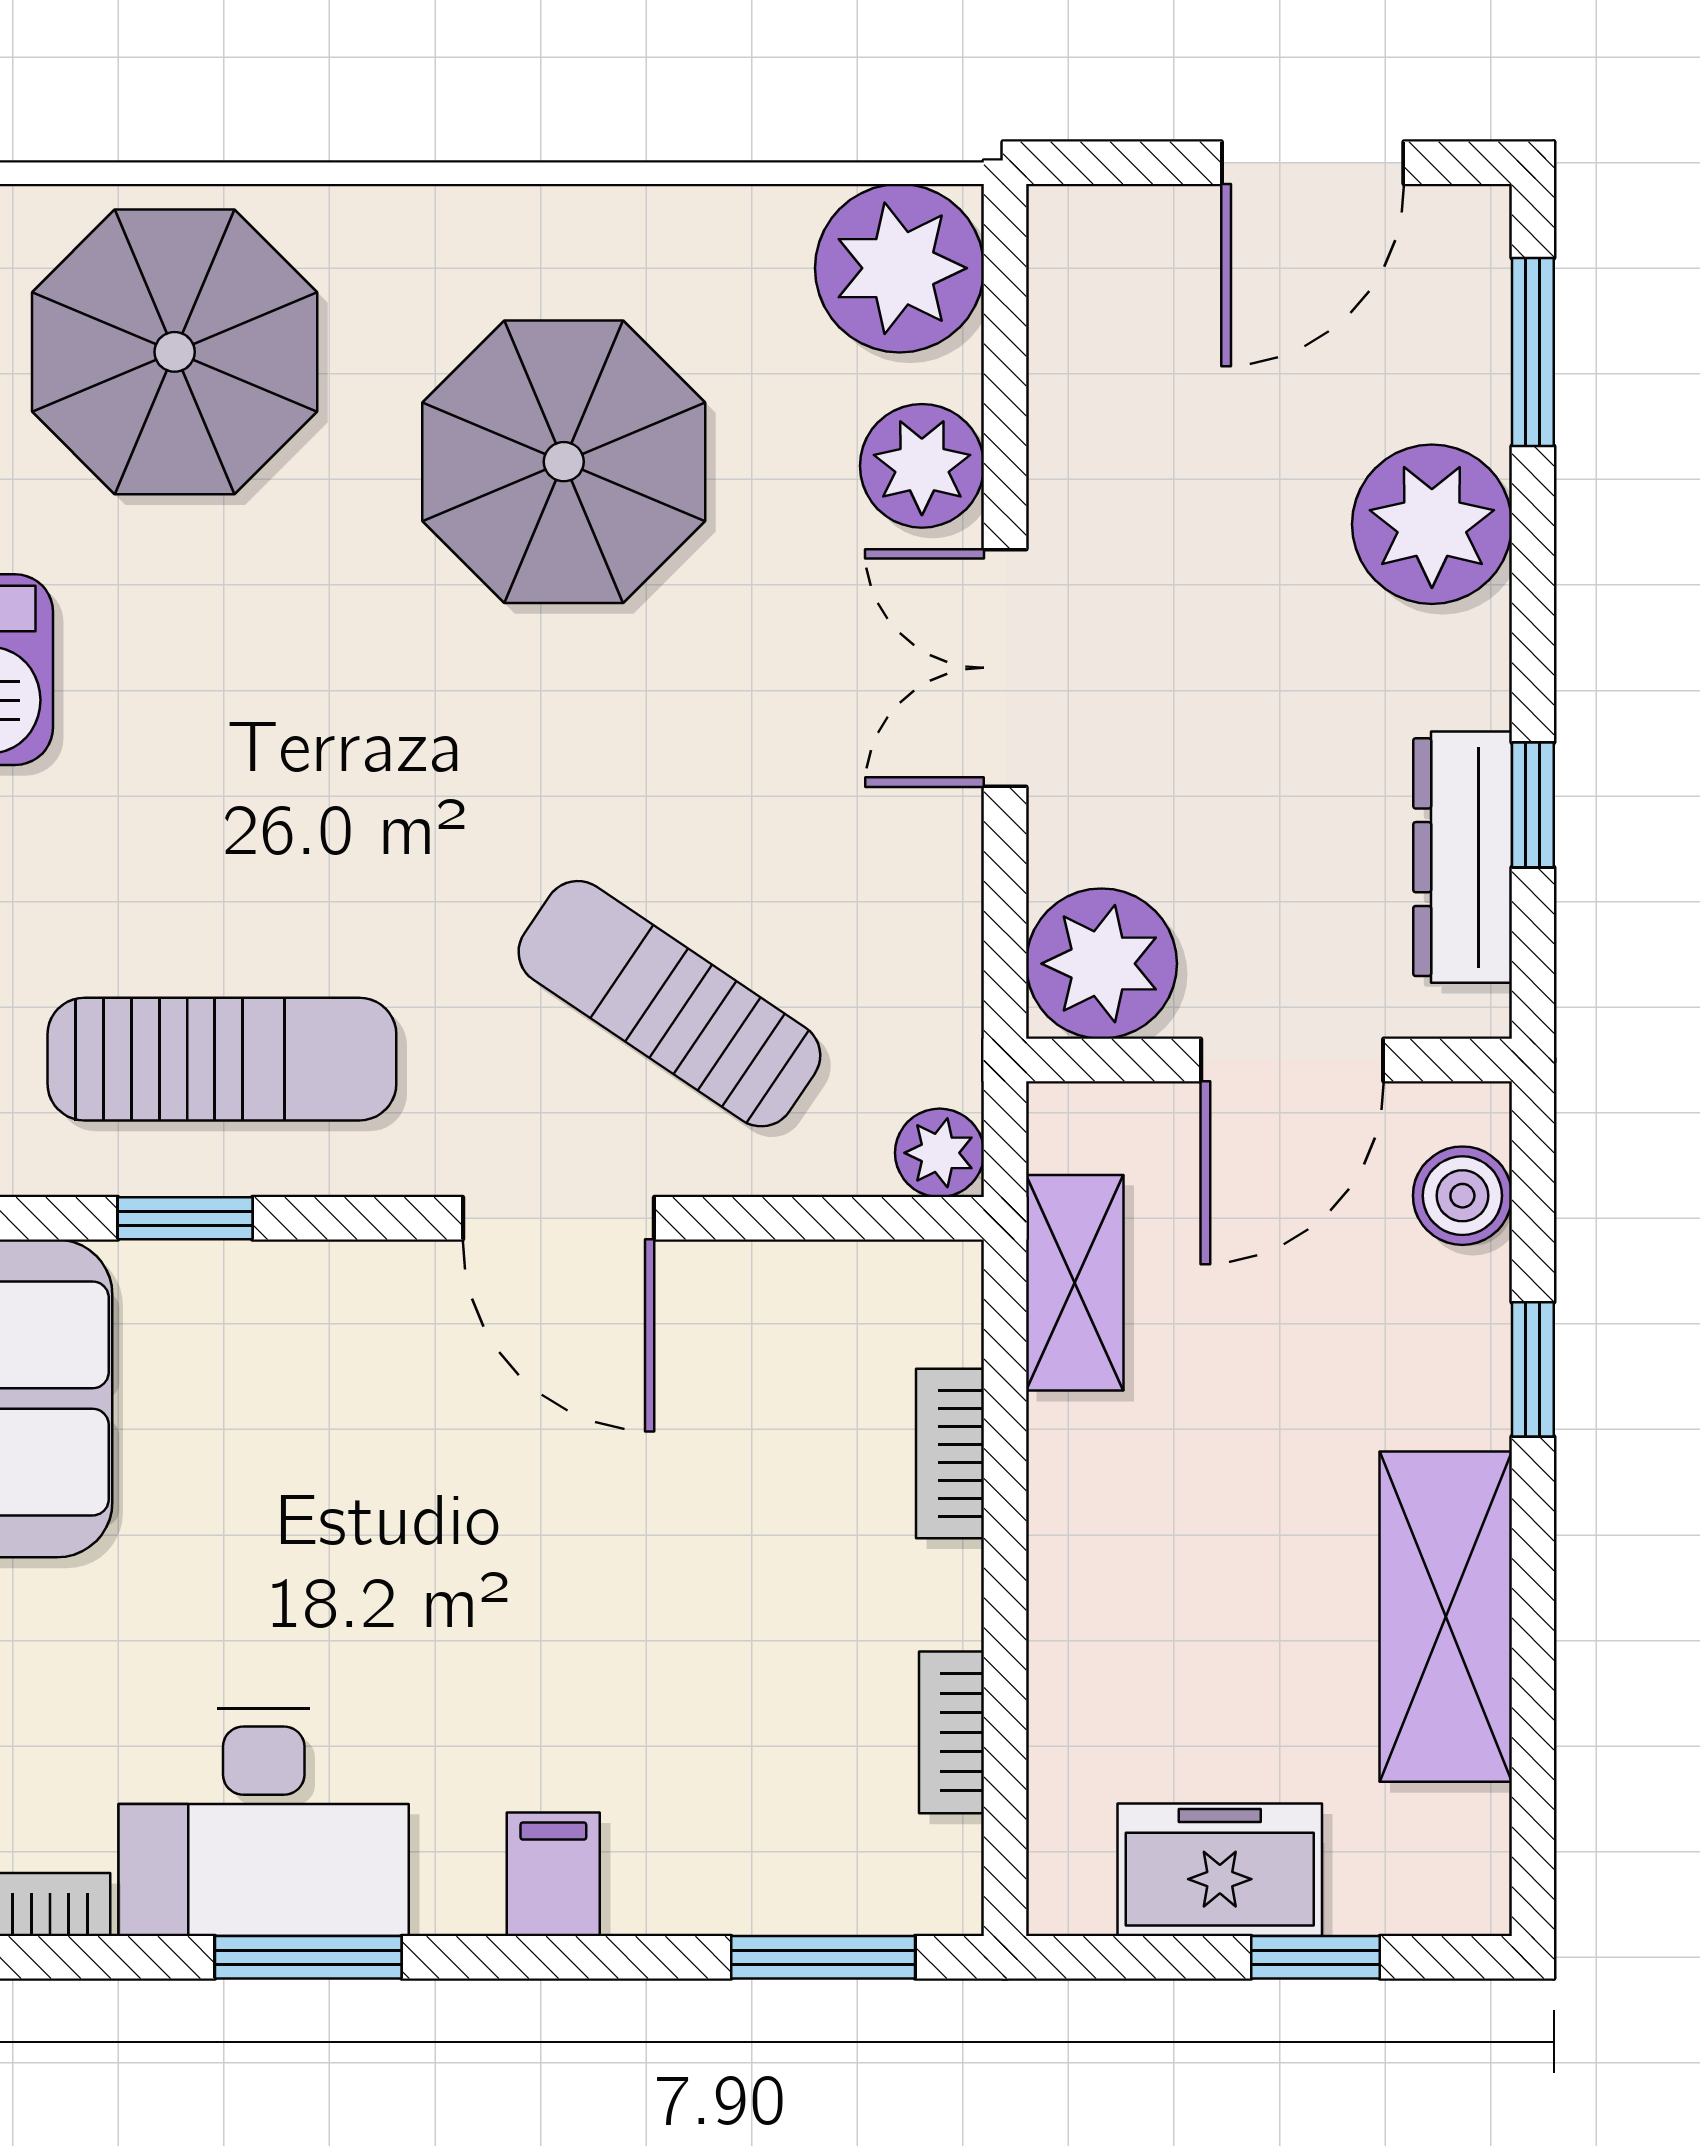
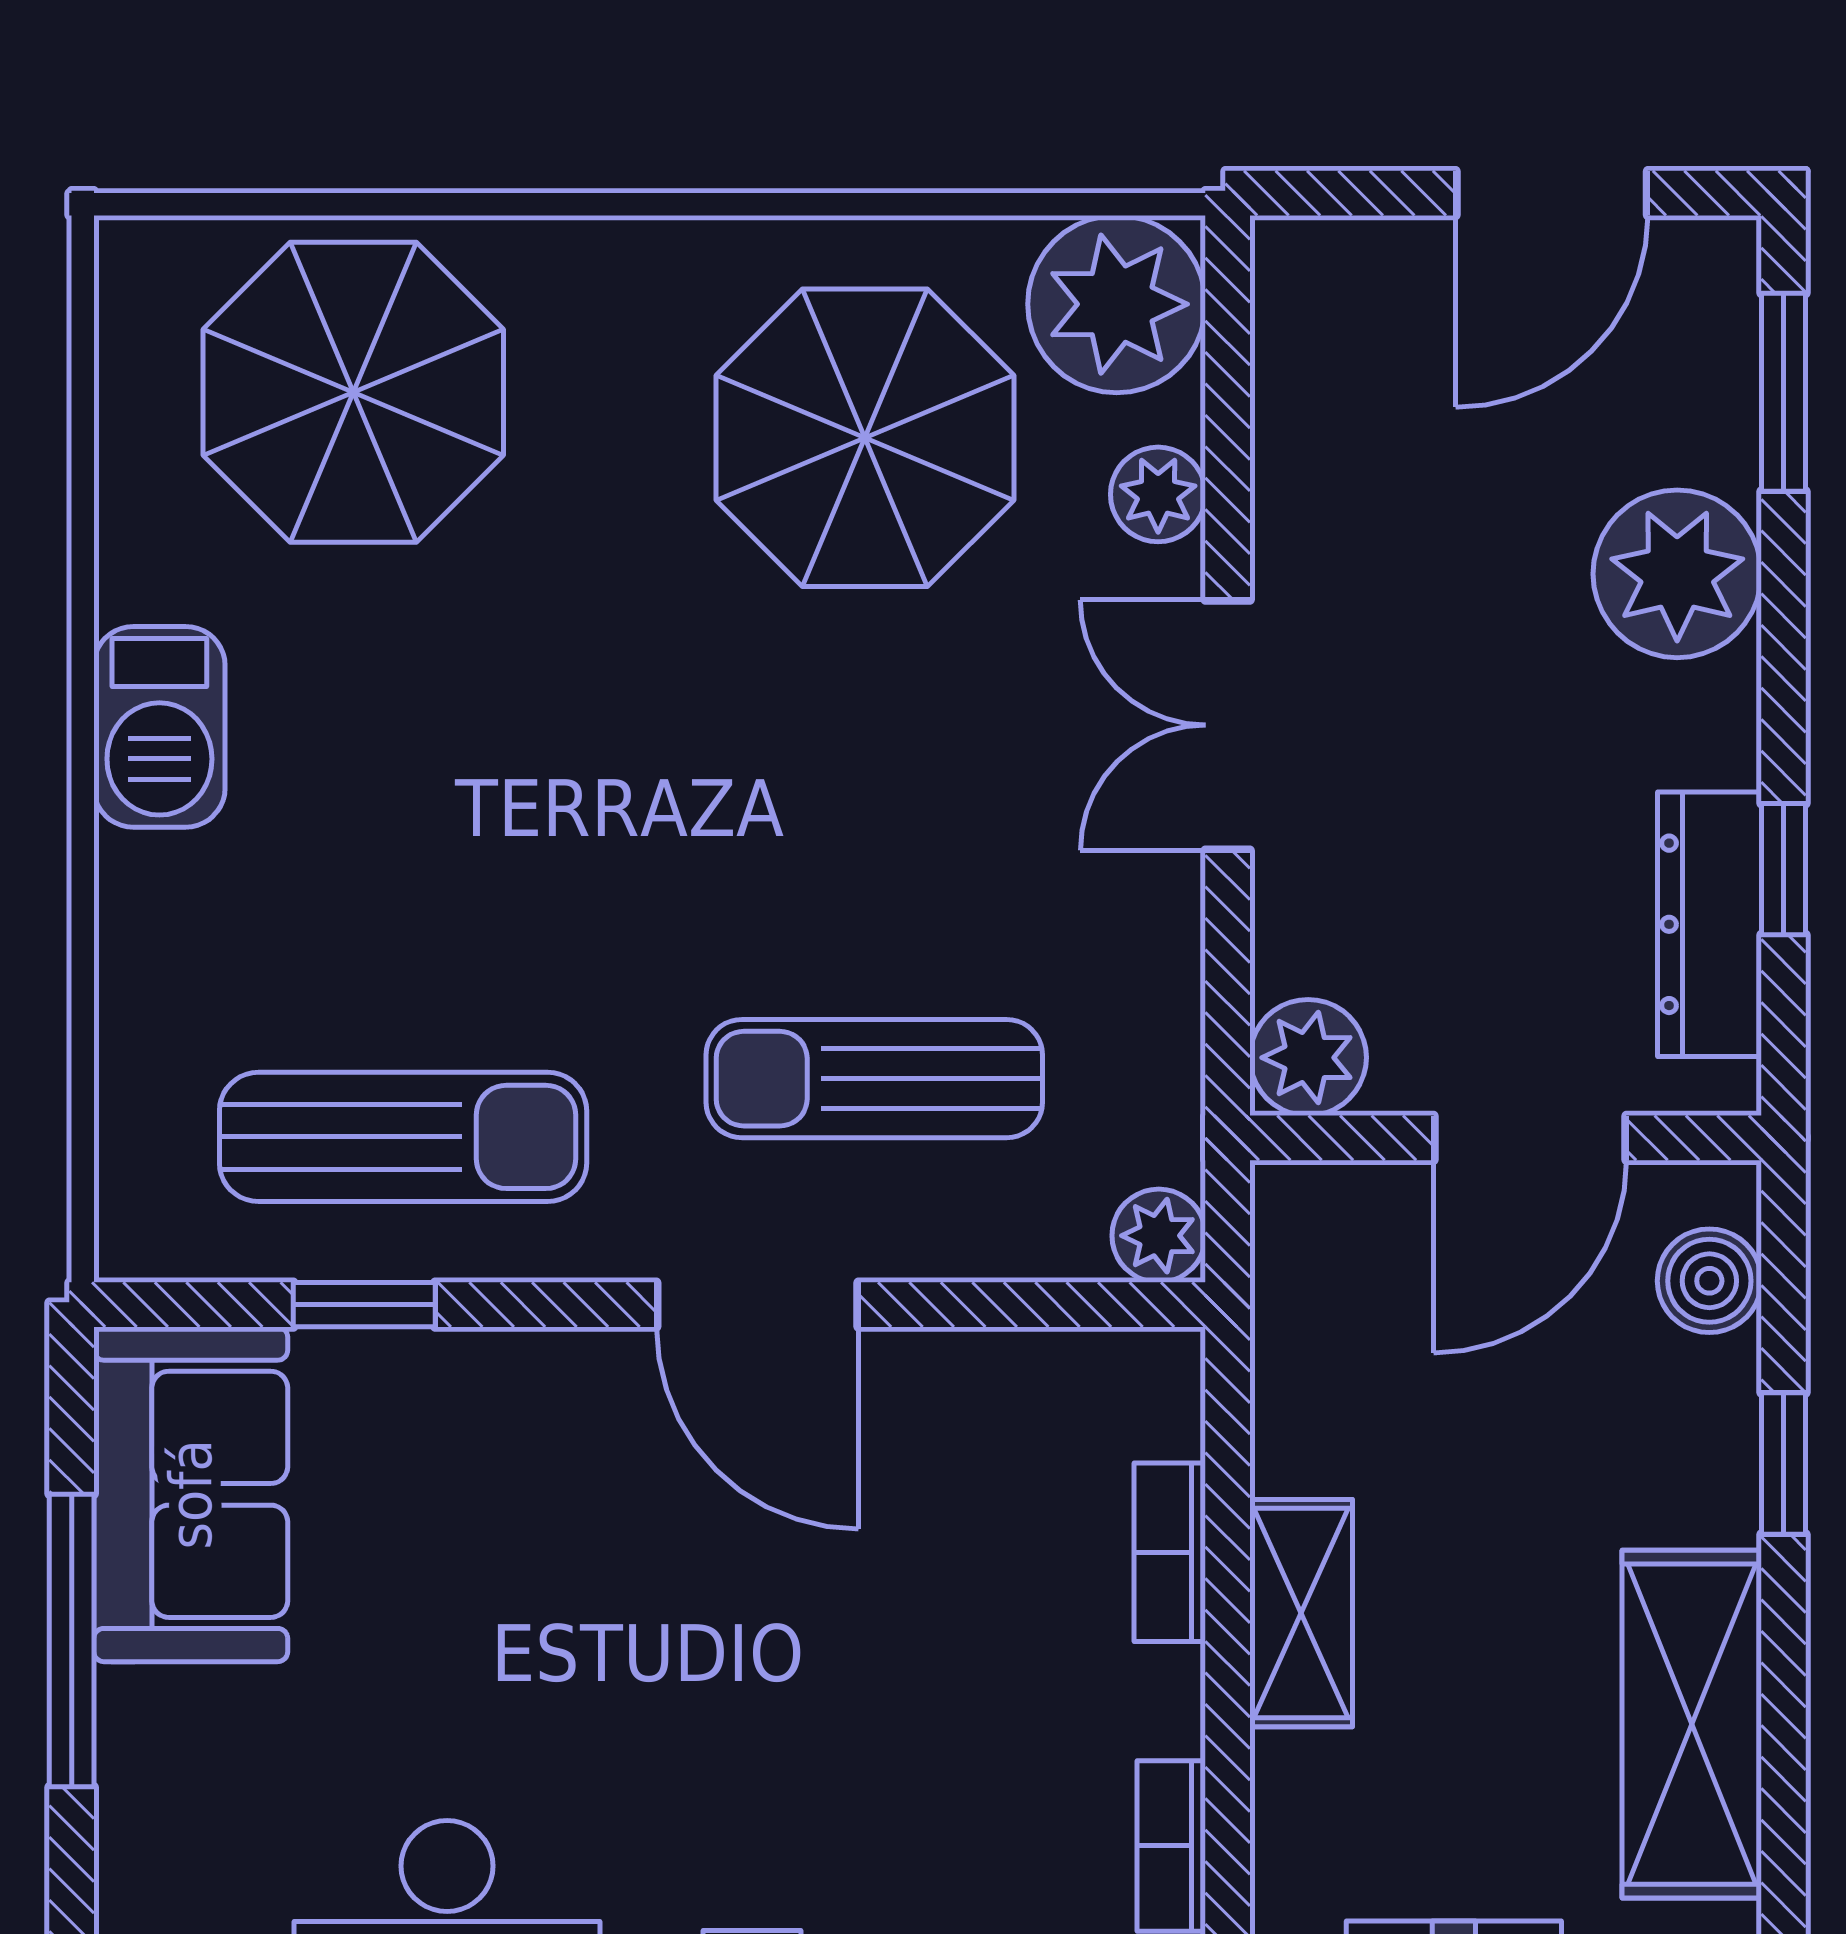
parasol: (564, 462) -> (865, 438), moved
plant: (922, 466) -> (1158, 494), width x0.73, depth x0.73
plant: (1101, 964) -> (1308, 1058), width x0.73, depth x0.73
sun lounger: (669, 1004) -> (874, 1079), turned -34
shelving: (1075, 1283) -> (1301, 1613), moved

